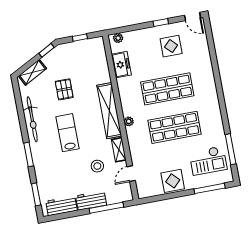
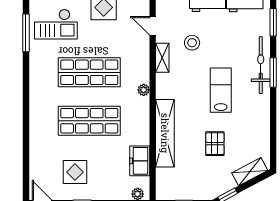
shelving: (109, 111) -> (165, 133), moved
bicycle: (32, 119) -> (261, 65), moved
lab bench: (68, 133) -> (221, 90), turned 180
checkout: (208, 161) -> (56, 24), turned 180
door: (131, 174) -> (153, 26), swing flipped

